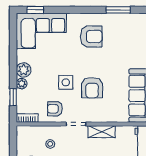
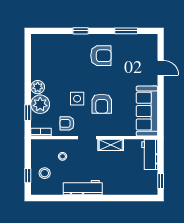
window: (35, 10) -> (81, 31), moved
corner sofa: (41, 31) -> (54, 51), removed
plant: (22, 84) -> (40, 104), width x1.88, depth x1.88

